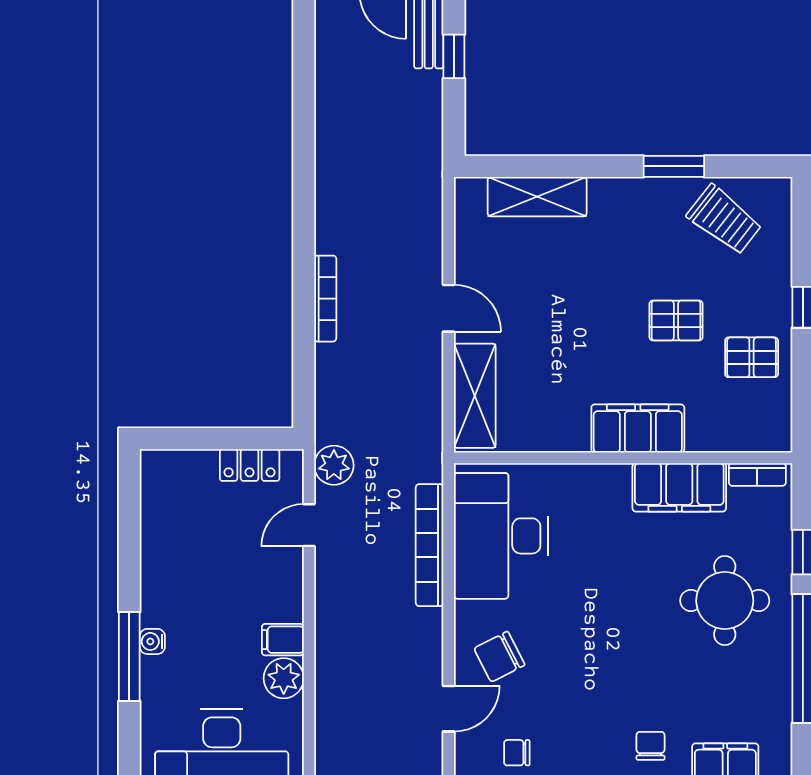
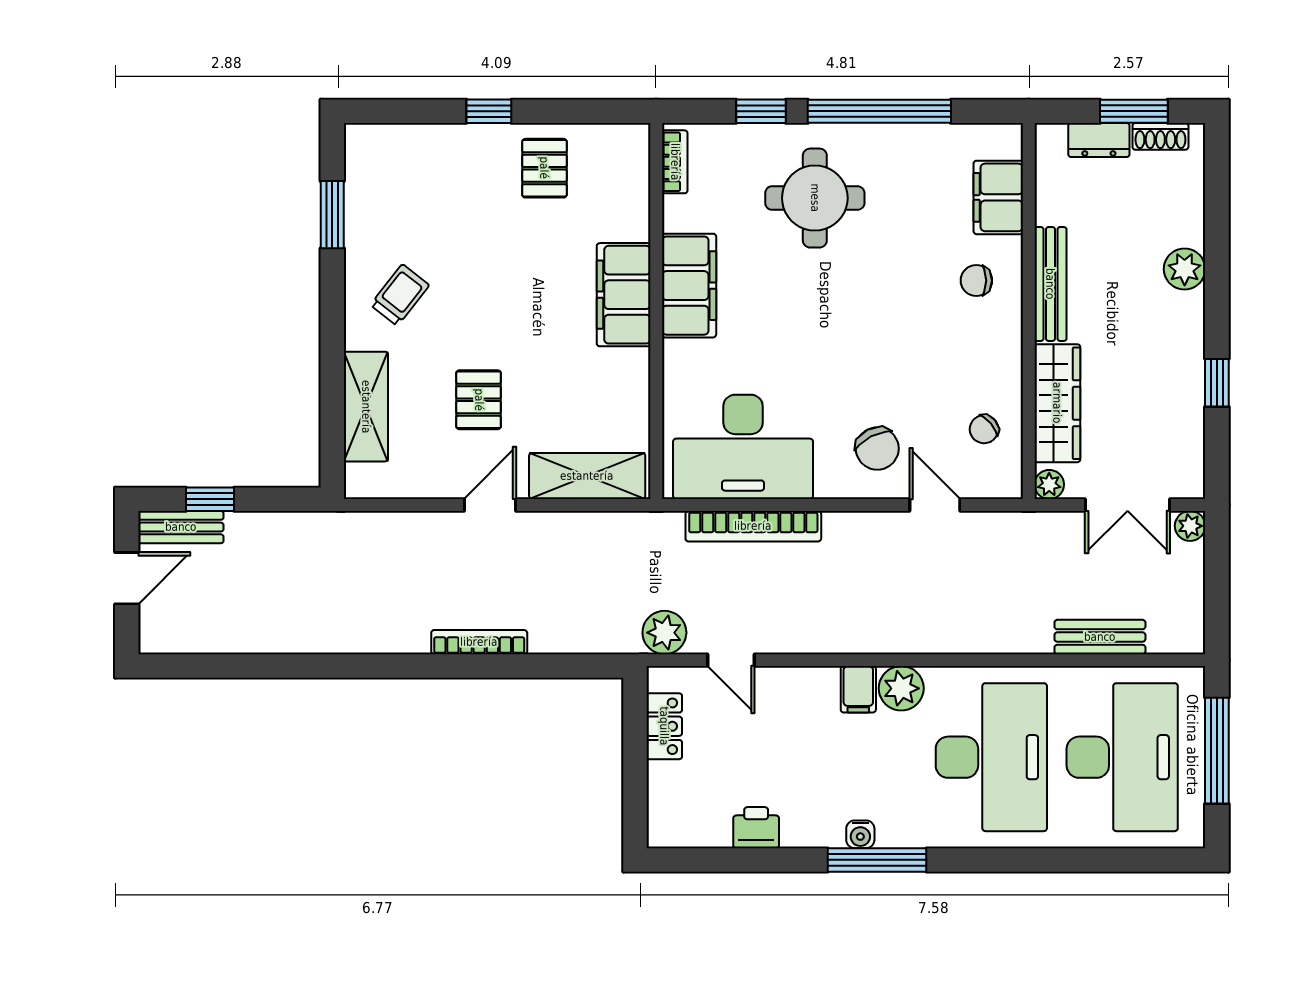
window: (674, 166) -> (332, 215), moved
trolley: (724, 220) -> (400, 295), moved, width x0.73, depth x0.72
pallet: (676, 320) -> (479, 400), moved
filing cabinet: (679, 487) -> (689, 286), moved
printer: (158, 548) -> (756, 828), added
chair: (517, 753) -> (984, 429), turned 50

